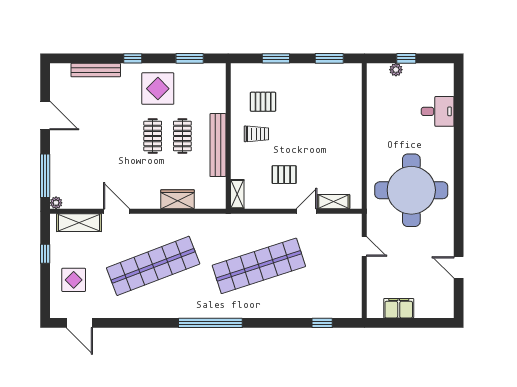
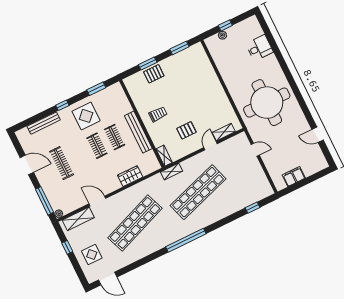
pallet: (263, 102) -> (154, 74), moved
clothes rail: (93, 136) -> (62, 163), added
shelving: (237, 221) -> (172, 172), added

